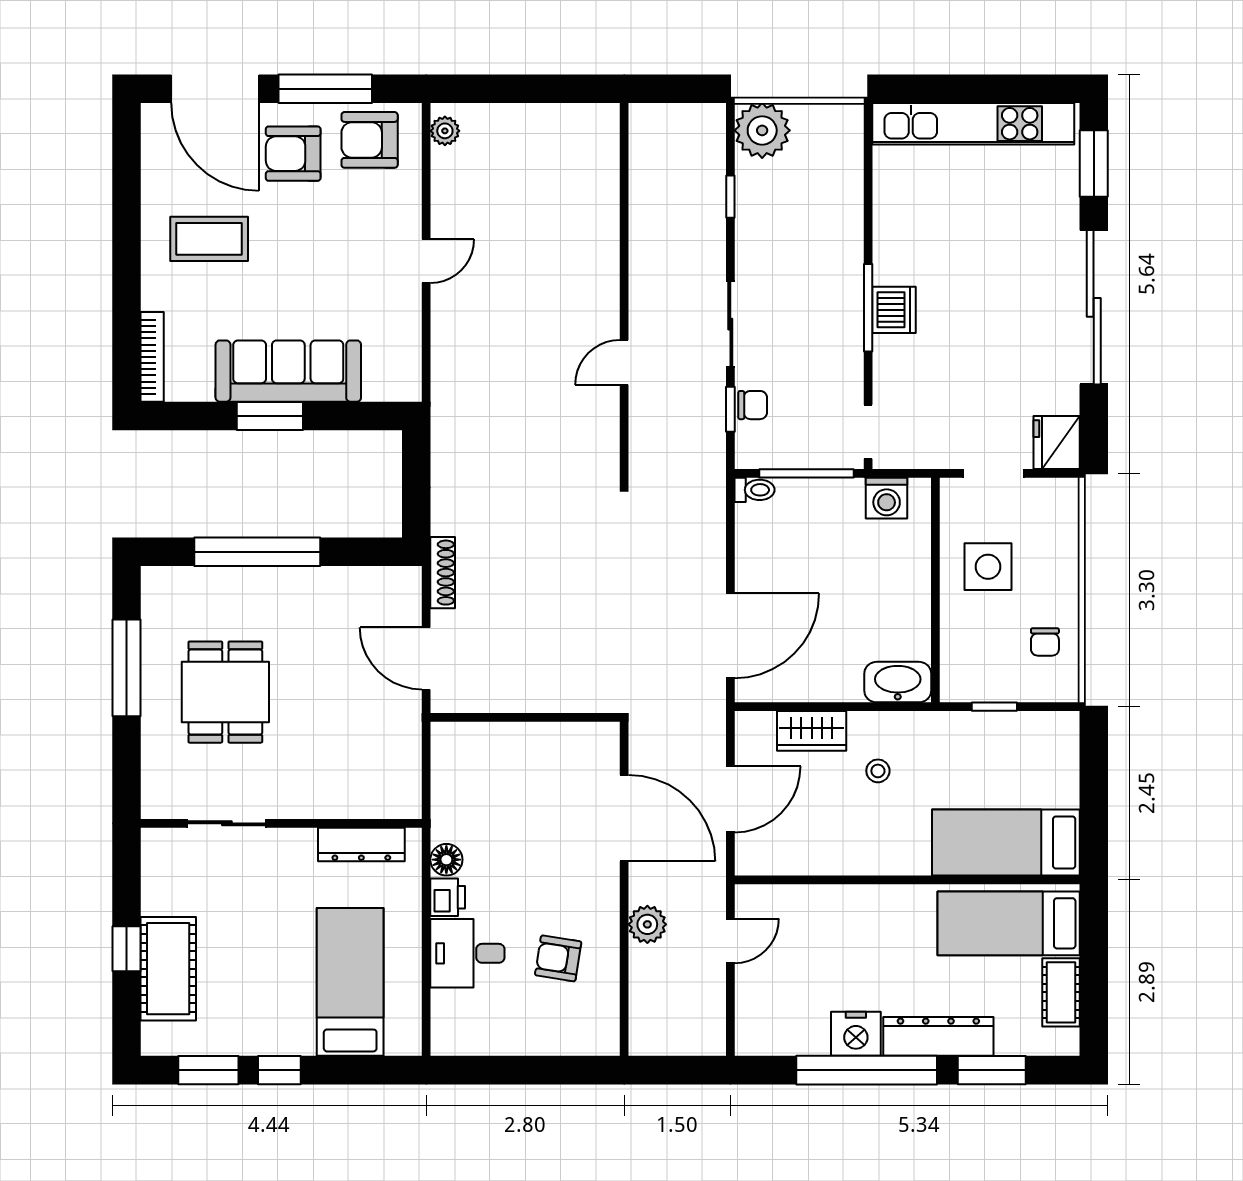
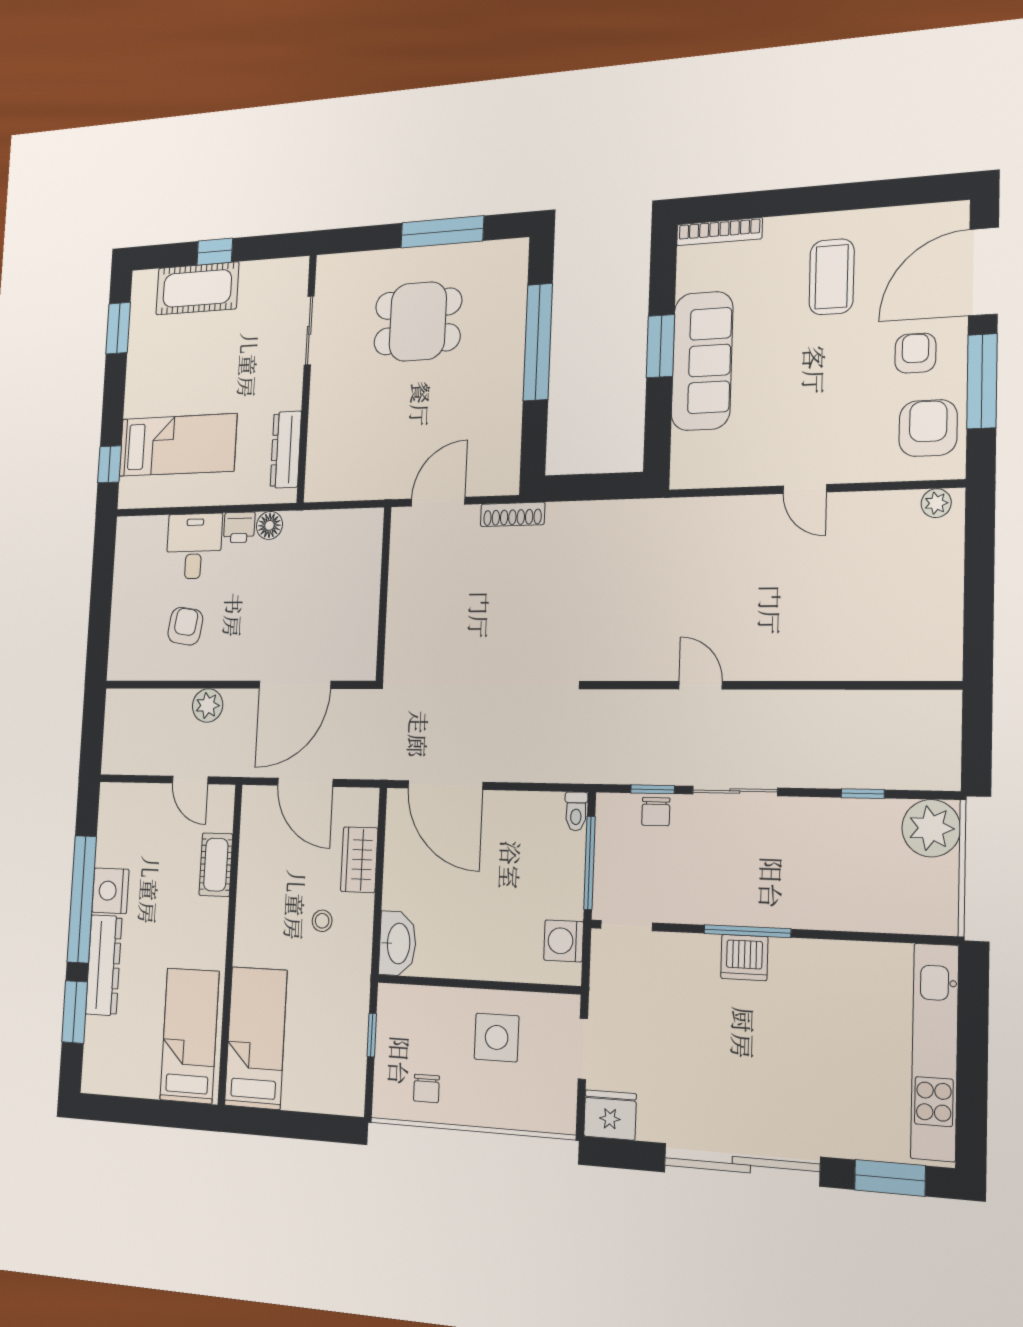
armchair: (293, 154) -> (915, 353), width x0.72, depth x0.72
chair: (1045, 642) -> (426, 1088), turned -90
cot: (1061, 992) -> (216, 865), moved, turned 90
window: (279, 1070) -> (109, 464), moved

